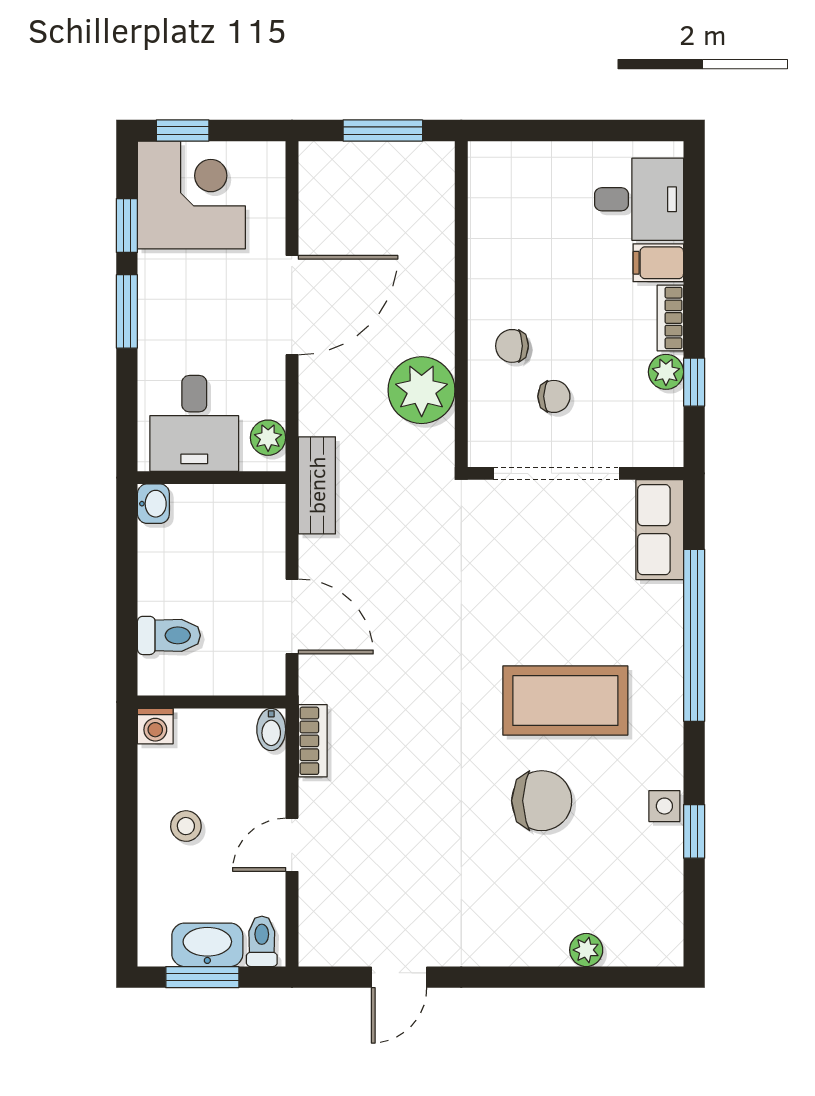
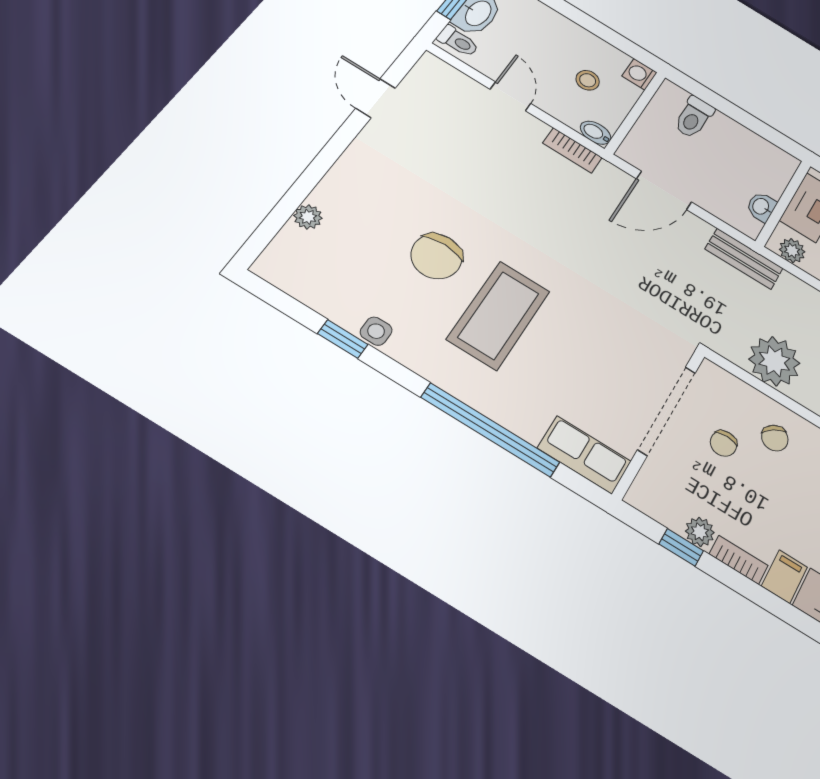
chair: (512, 346) -> (775, 438), turned 144
washbasin: (153, 504) -> (761, 207), moved, turned 90
stool: (186, 826) -> (588, 80), moved

